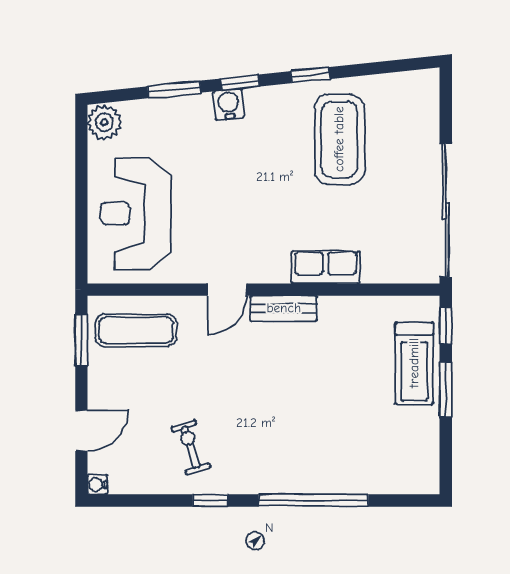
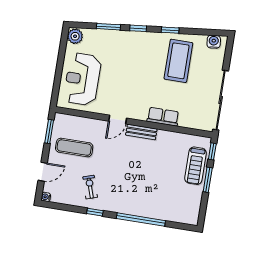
water cooler: (229, 104) -> (214, 42), moved
exercise mat: (136, 330) -> (74, 148), moved

